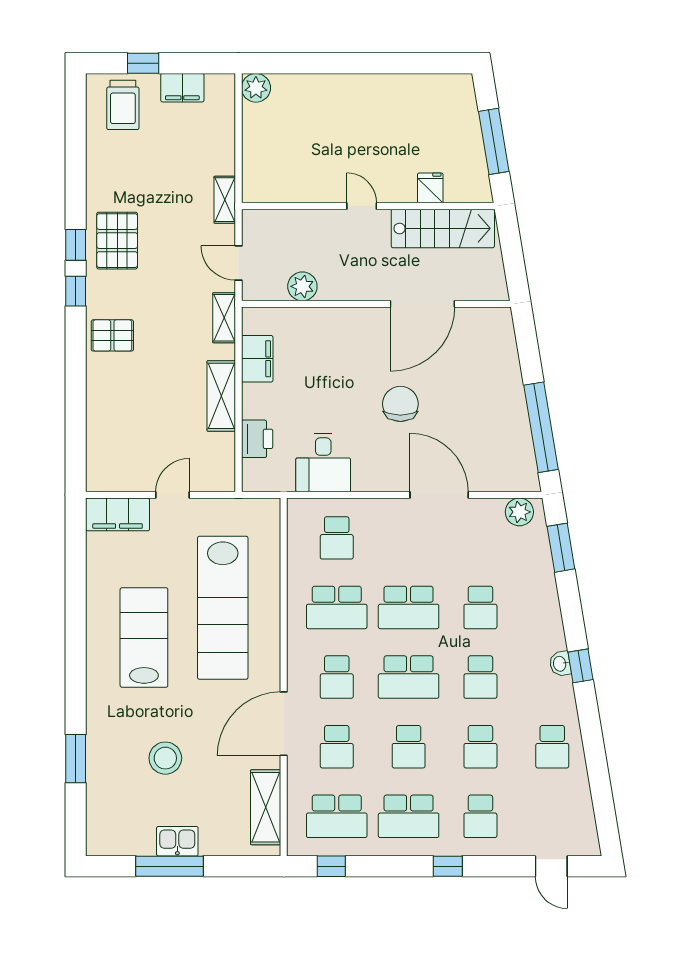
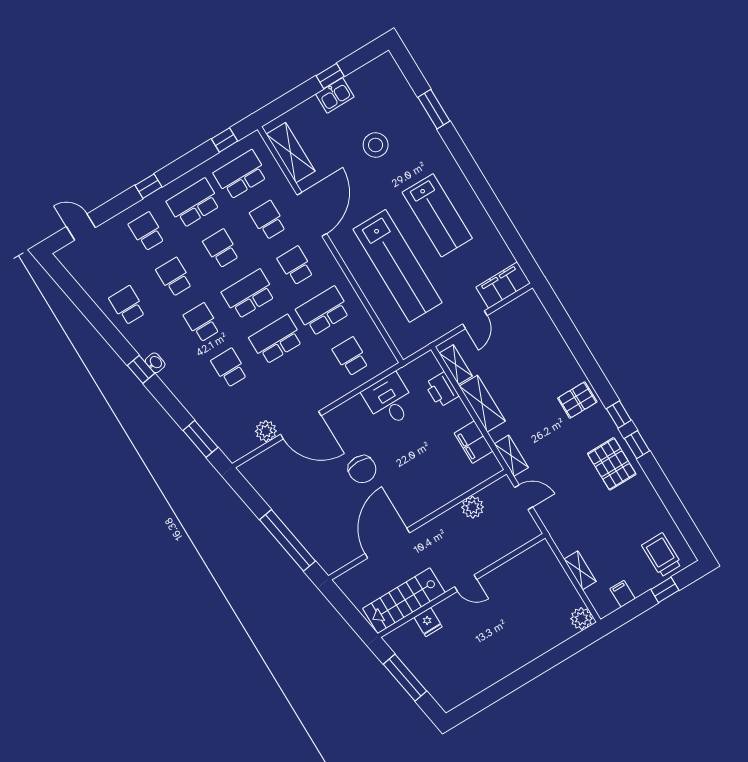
filing cabinet: (182, 88) -> (623, 594), width x0.50
shelving: (225, 200) -> (580, 570), moved
window: (541, 427) -> (288, 540), moved
shelving: (225, 458) -> (456, 365), added
plant: (519, 512) -> (266, 431), moved
lab bench: (223, 608) -> (398, 266), turned 180
window: (169, 866) -> (330, 76), width x0.46

